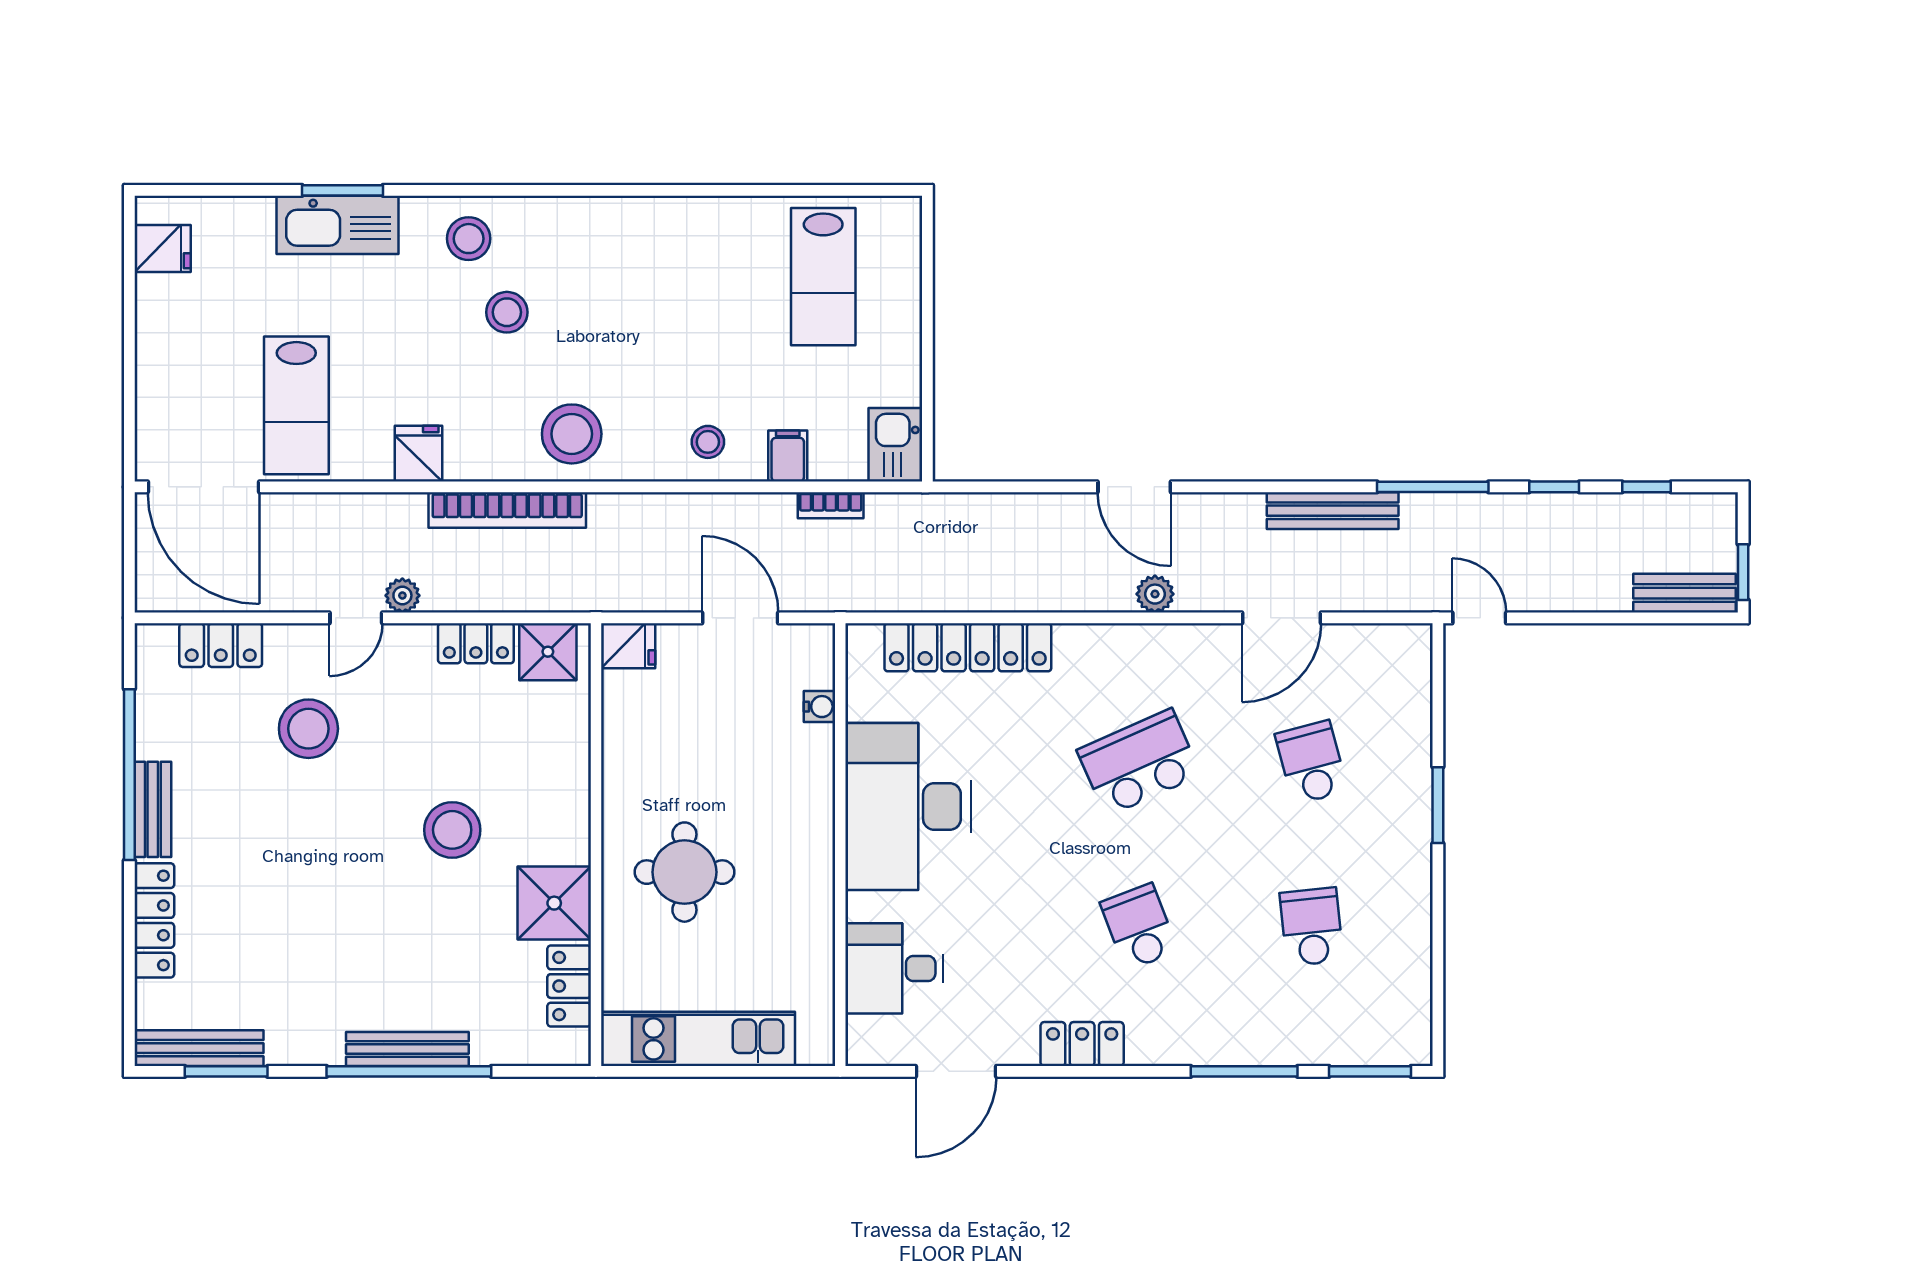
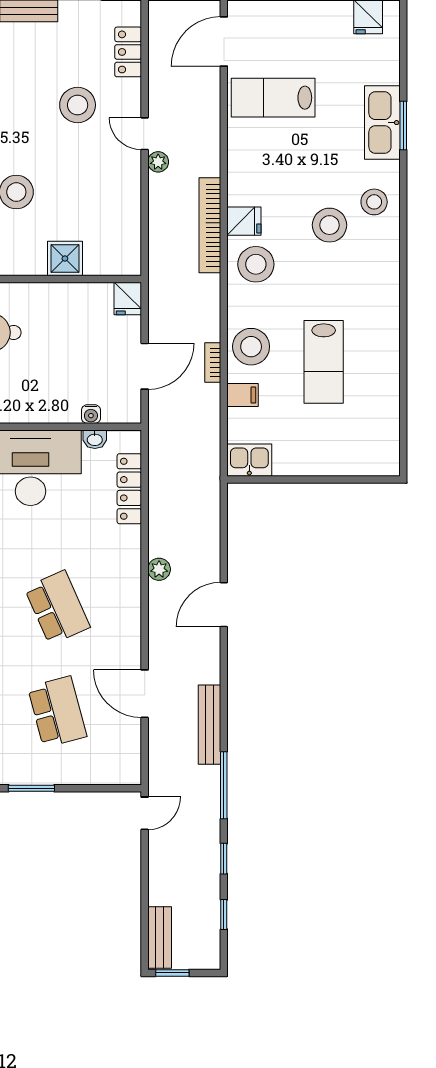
lab bench: (823, 277) -> (324, 362), moved, turned -90
stool: (507, 312) -> (330, 225), width x1.38, depth x1.38
stool: (708, 442) -> (251, 347), width x1.89, depth x1.89
fridge: (418, 454) -> (244, 221), moved
door: (203, 487) -> (224, 41), width x0.73
bookcase: (831, 505) -> (213, 363), moved
plant: (1155, 594) -> (159, 569), moved
locker: (476, 643) -> (129, 206), removed
locker: (968, 647) -> (129, 489), width x0.71, depth x0.83
shower: (548, 652) -> (65, 259), moved
washbasin: (861, 700) -> (95, 439), added
school desk: (1311, 762) -> (57, 712), width x1.85

